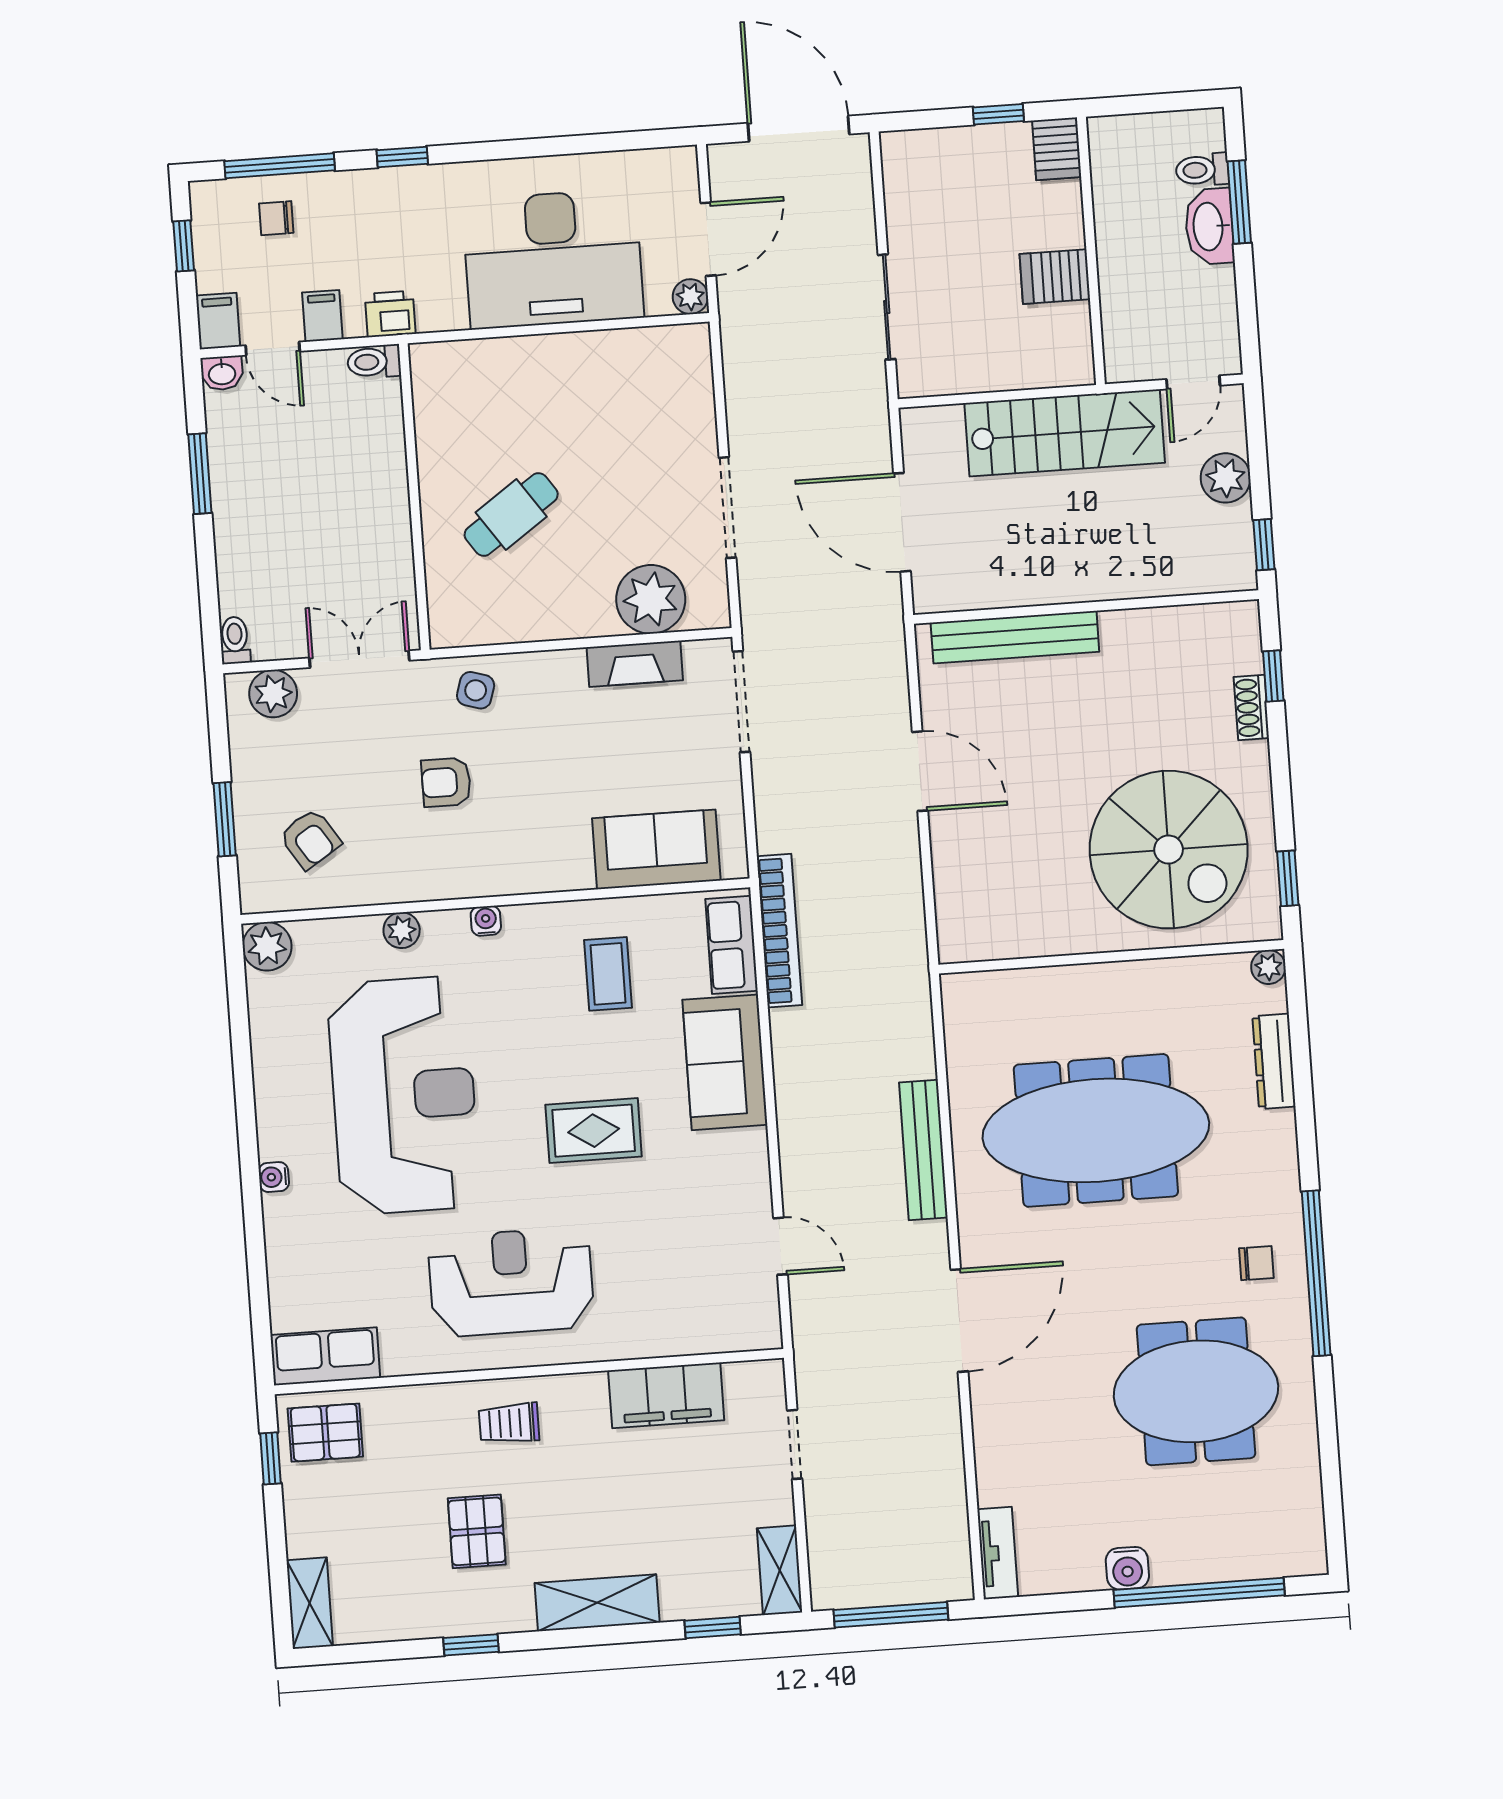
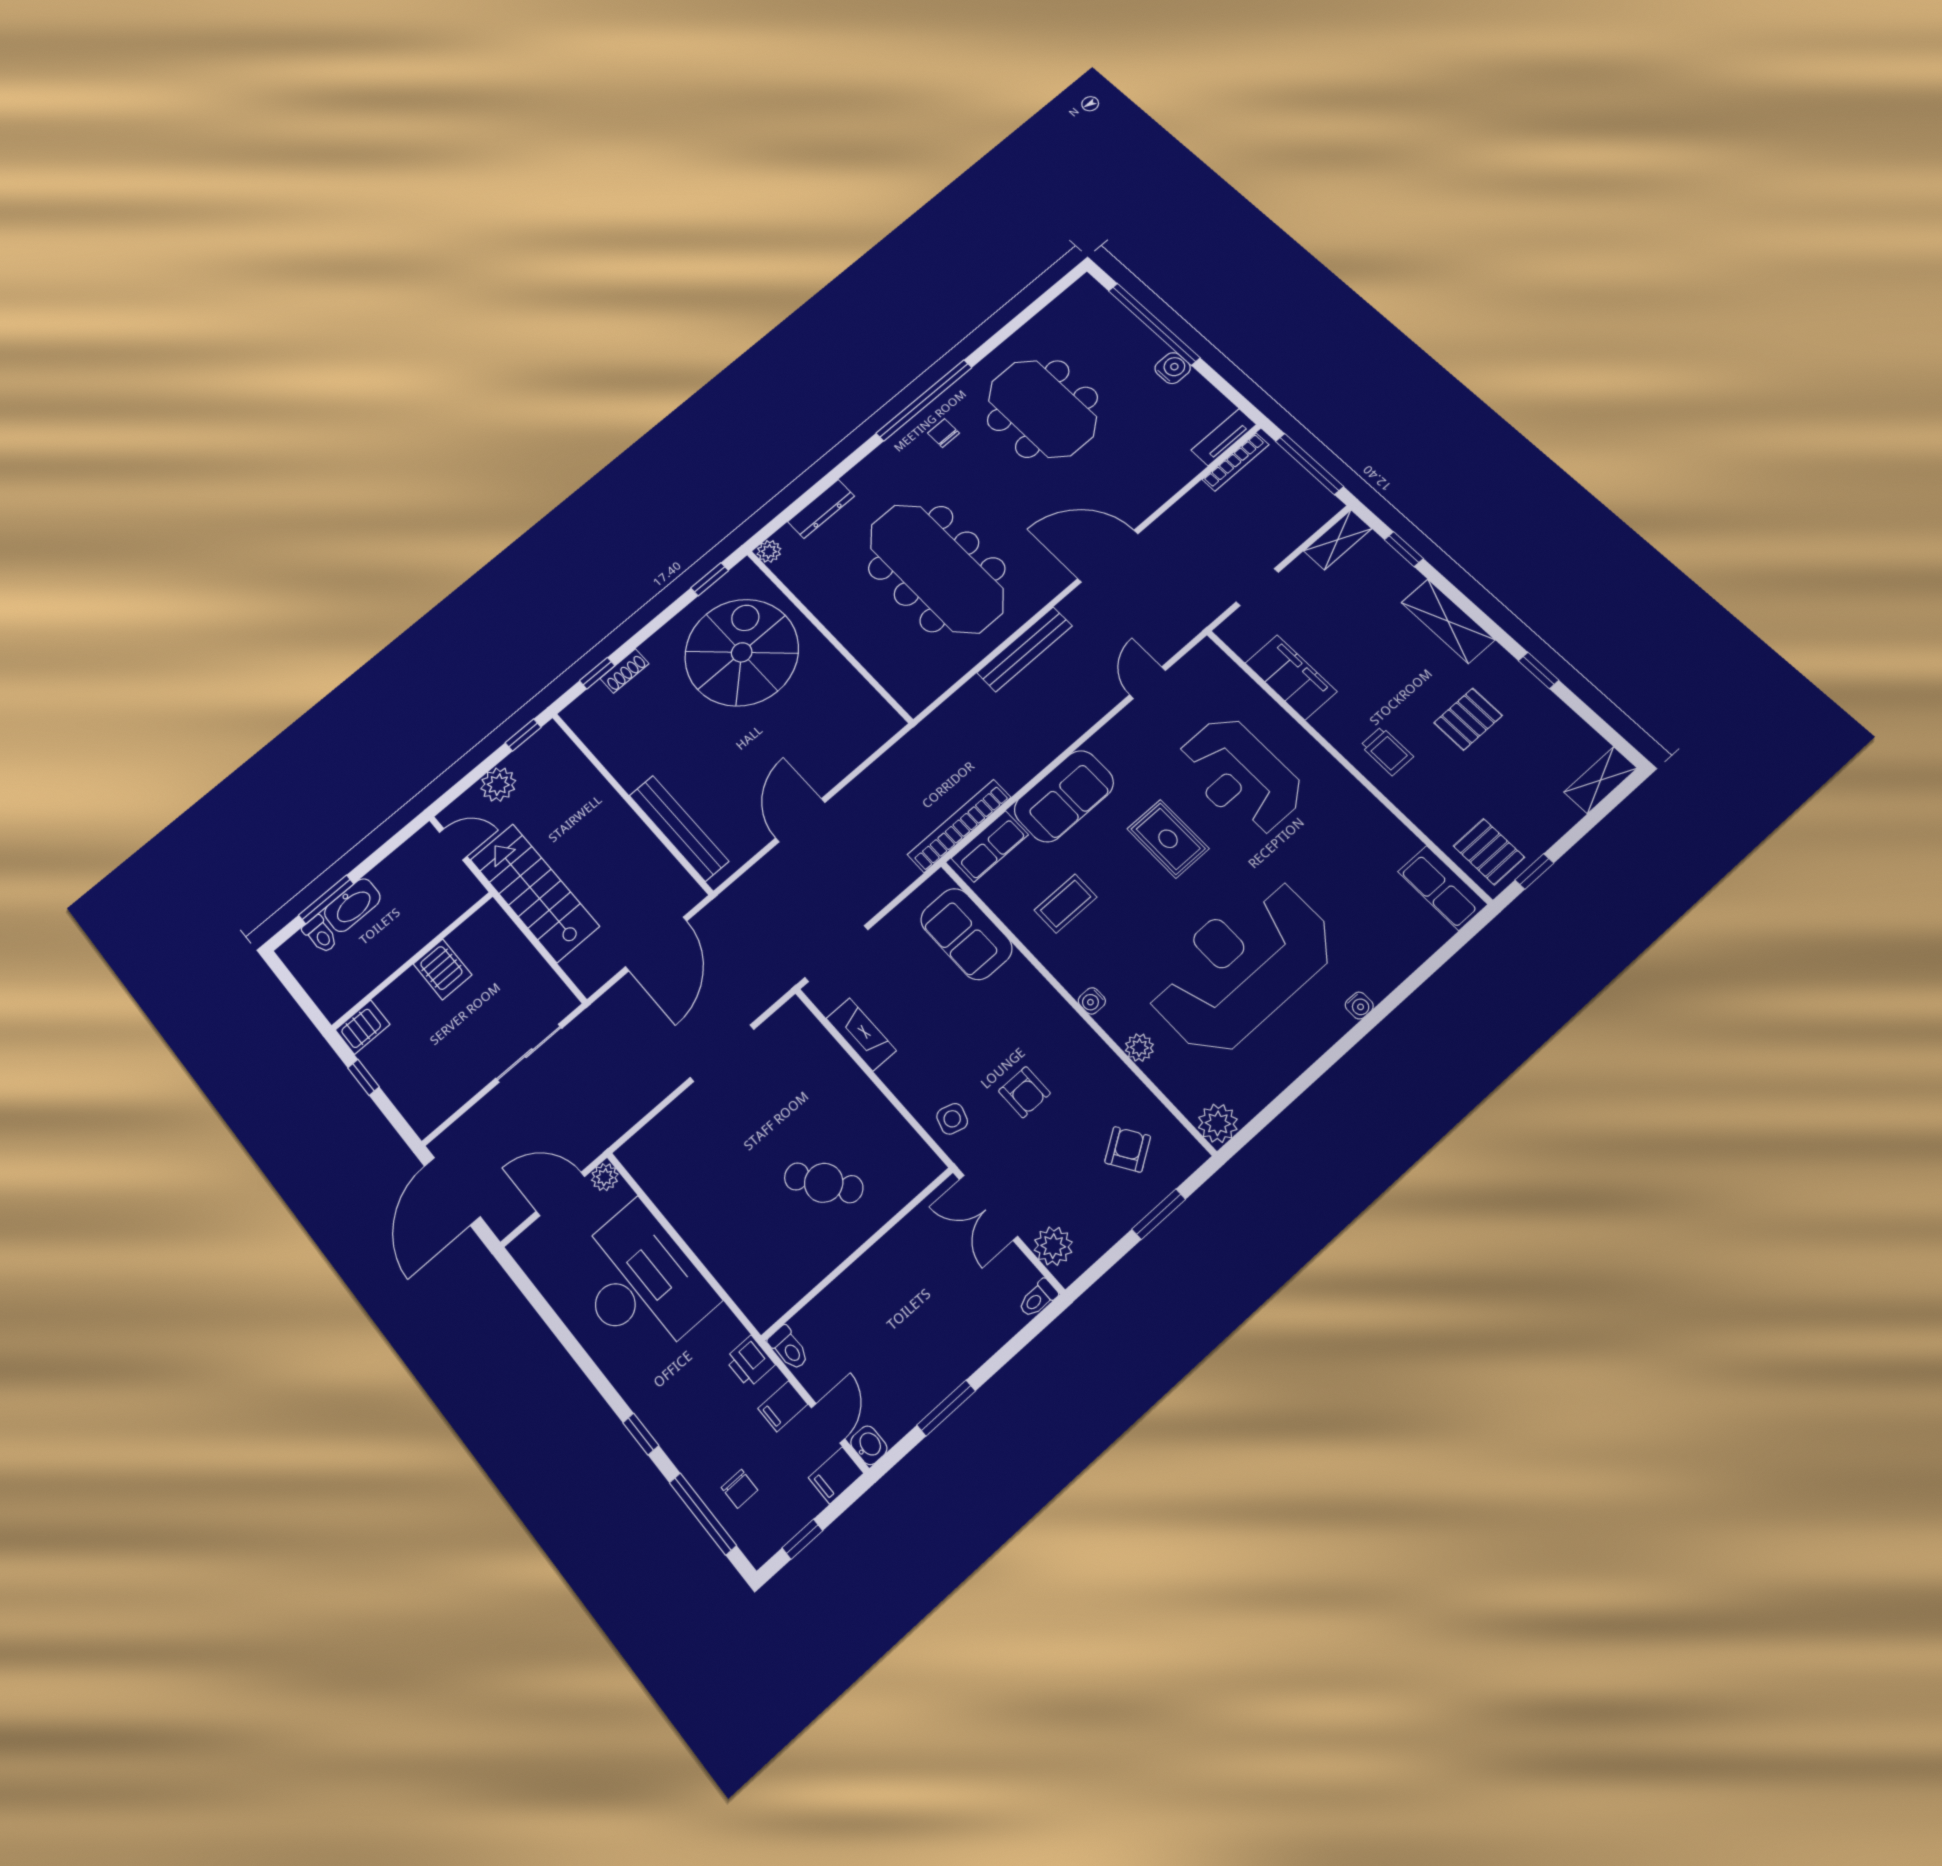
plant: (651, 599) -> (814, 1056), removed
reception desk: (511, 1282) -> (1240, 776), moved
bookcase: (958, 1541) -> (1236, 462), added

